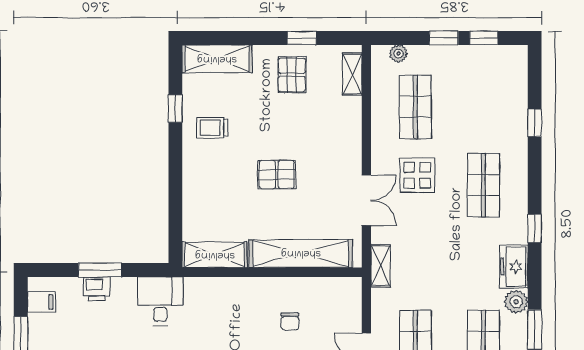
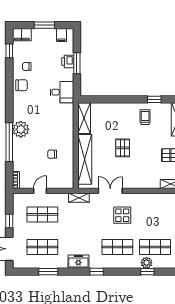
shop shelf: (415, 107) -> (155, 247), moved
double door: (366, 200) -> (110, 191), swing flipped
plant: (516, 302) -> (147, 263), moved

